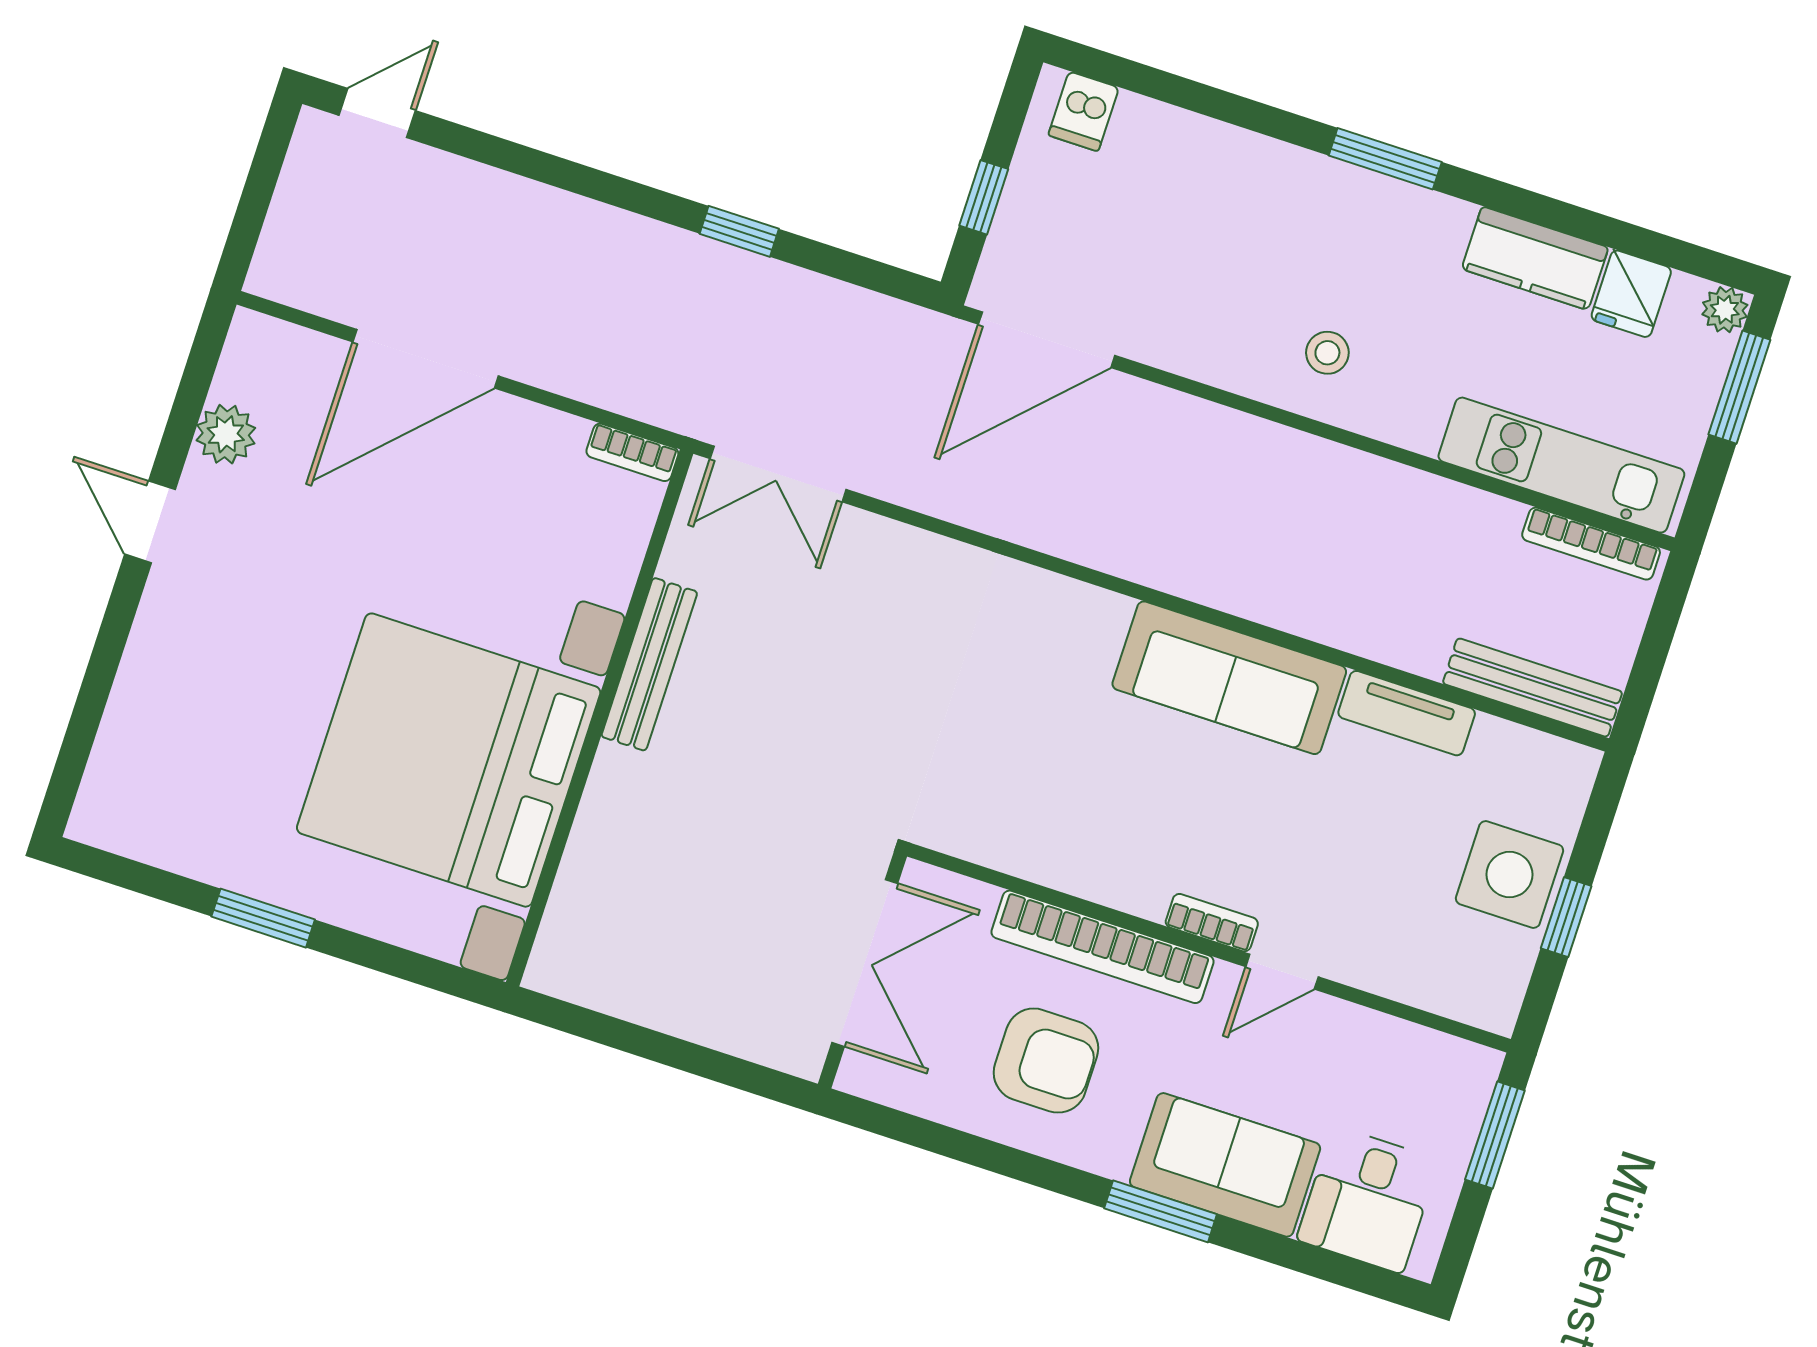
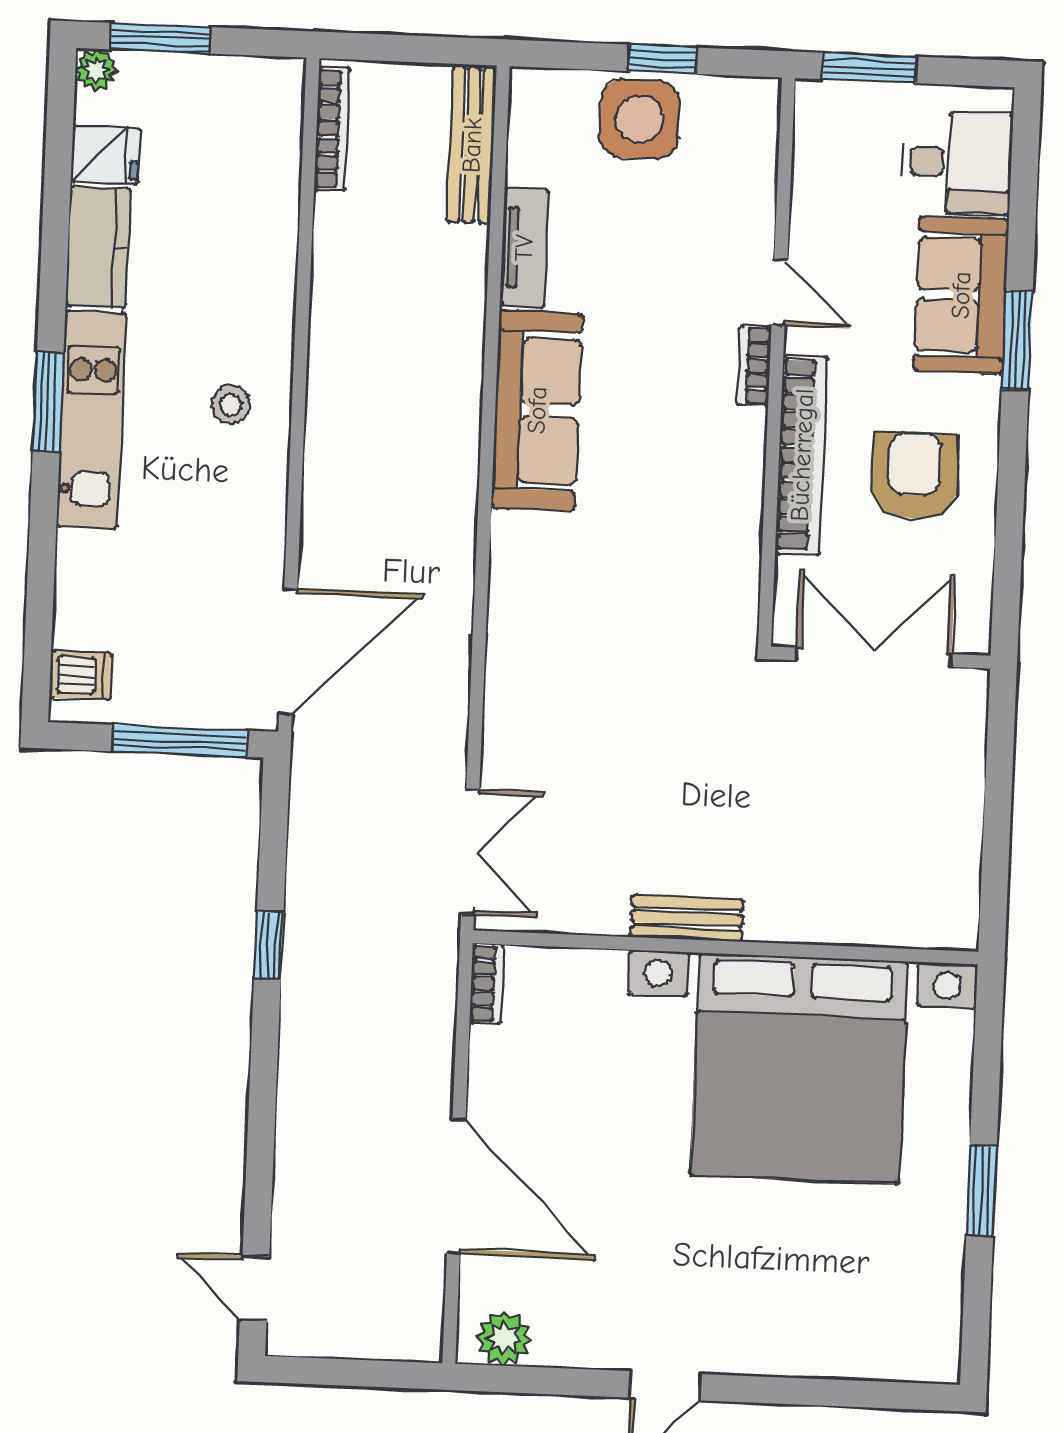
window: (984, 197) -> (180, 741), width x2.17
door: (1047, 340) -> (288, 652), hinge flipped
plant: (226, 434) -> (504, 1339), moved
kitchen unit: (1561, 465) -> (91, 420), moved, turned 180
bench: (649, 664) -> (687, 918), width x0.73

